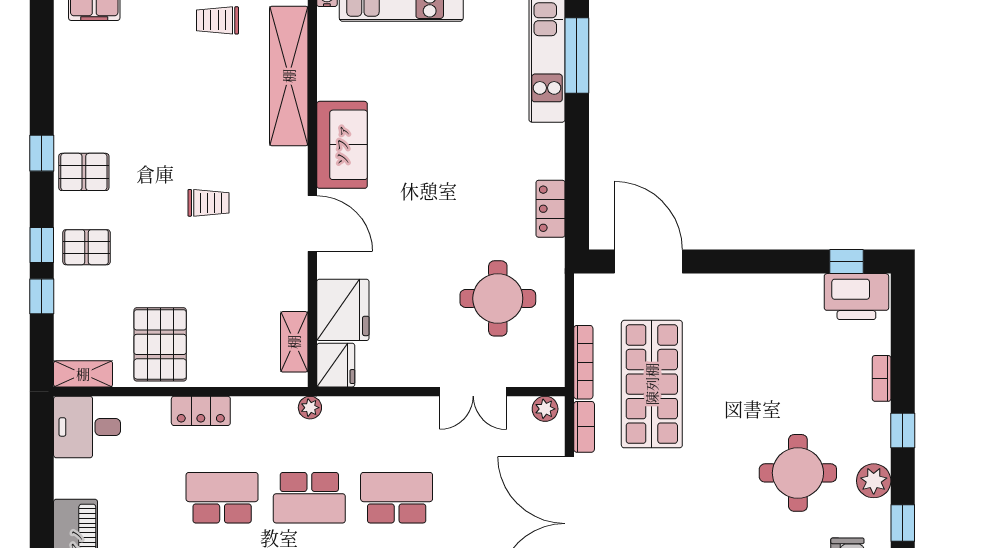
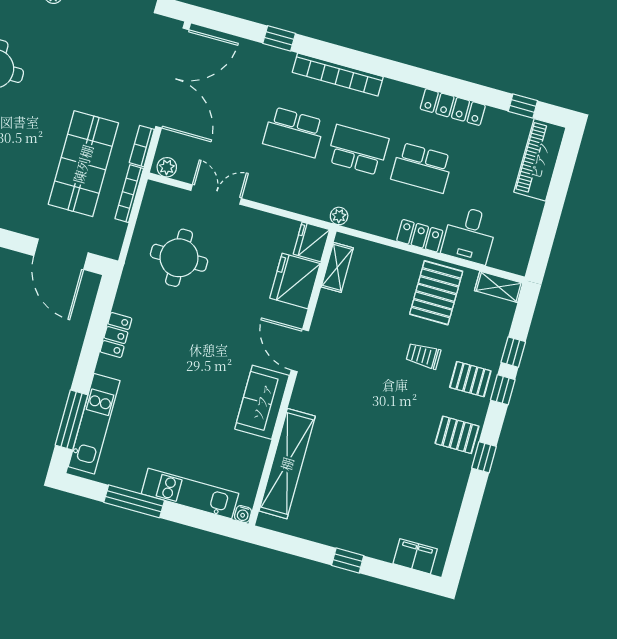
trolley: (217, 20) -> (328, 519), removed
trolley: (208, 203) -> (423, 356), moved
locker: (550, 209) -> (116, 335), moved
desk: (87, 427) -> (470, 235), moved, turned 90

